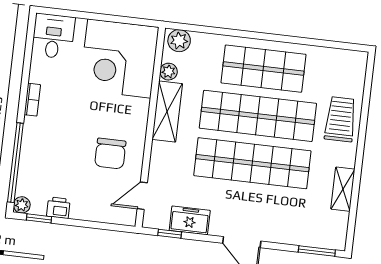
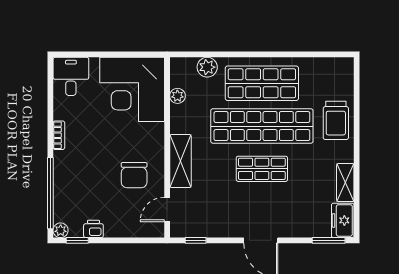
plant: (179, 41) -> (207, 67), moved
shelving: (167, 111) -> (180, 161), moved
trolley: (340, 119) -> (336, 120), turned 180
shop shelf: (252, 163) -> (262, 169), width x0.50, depth x0.74
freezer: (190, 220) -> (343, 220), moved, turned -90

